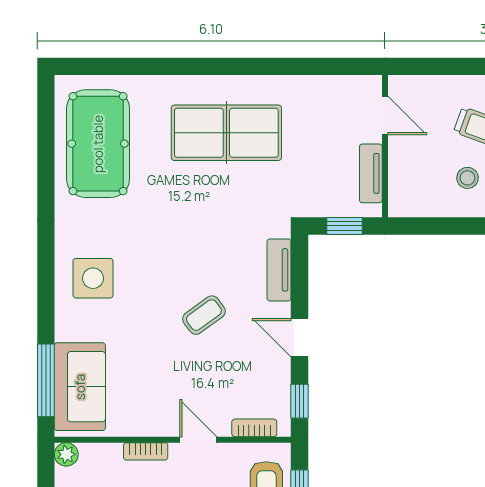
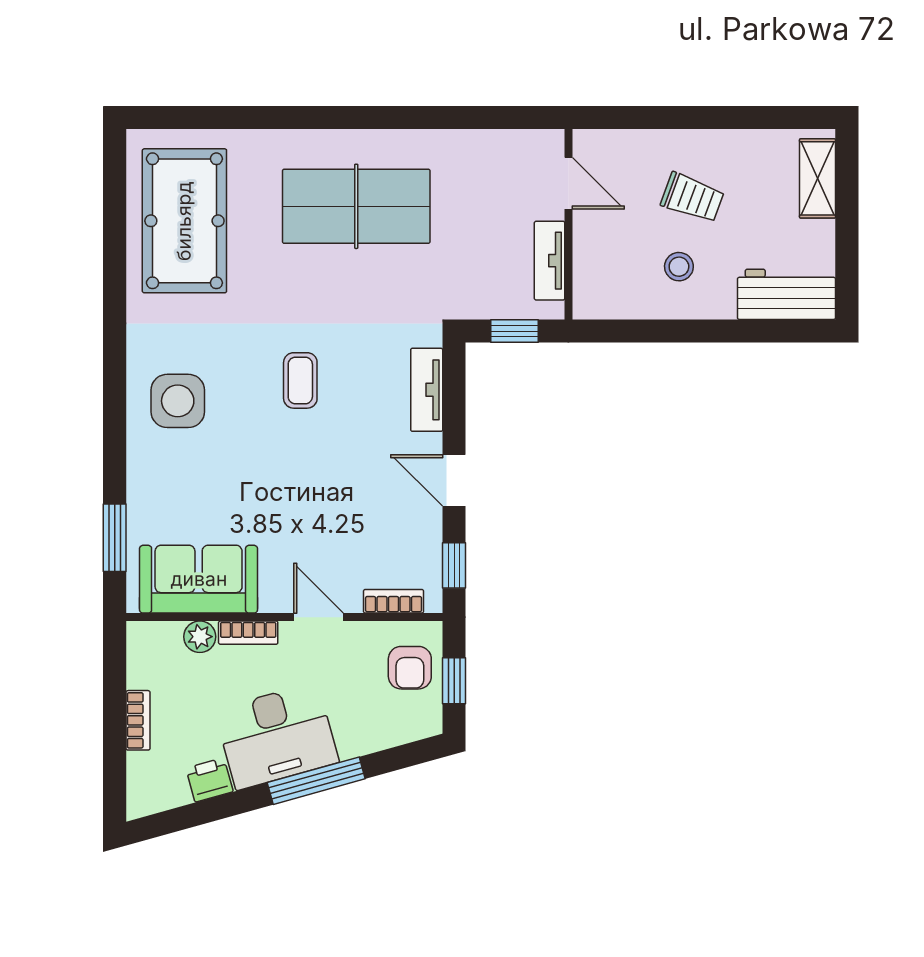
coffee table: (204, 315) -> (300, 380), moved, turned -54
window: (46, 380) -> (115, 538), width x0.69
sofa: (80, 387) -> (199, 579), moved, turned -90
plant: (66, 454) -> (200, 637), moved

